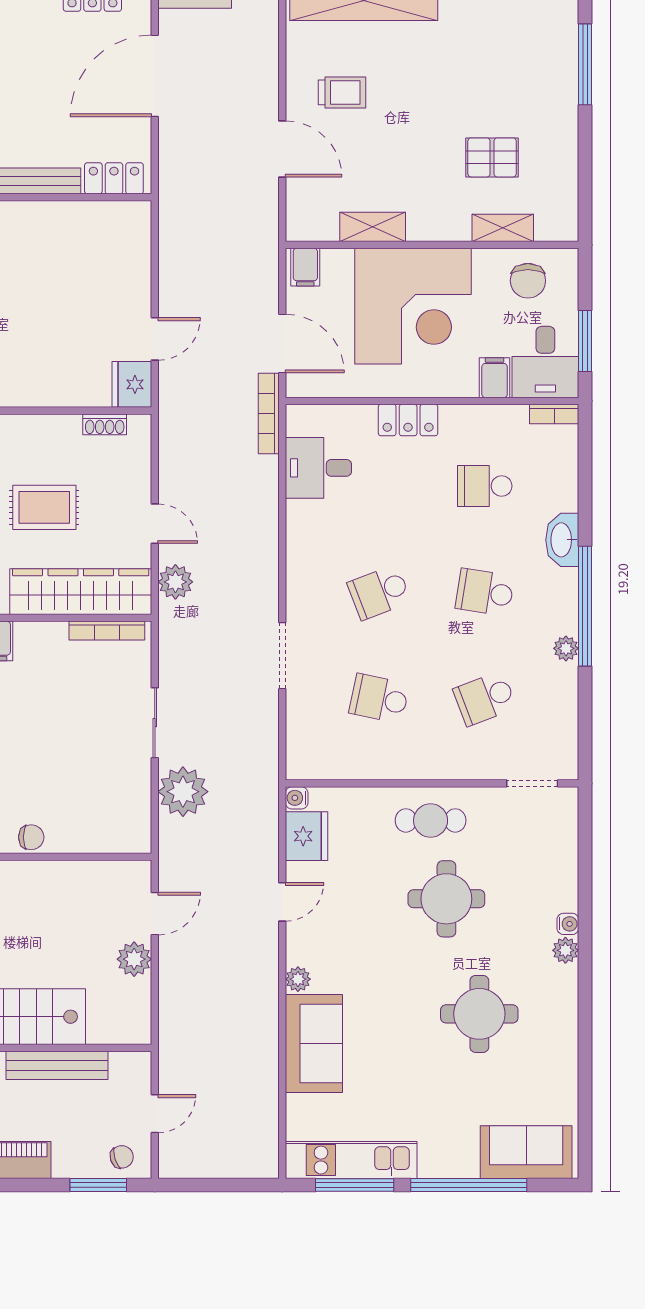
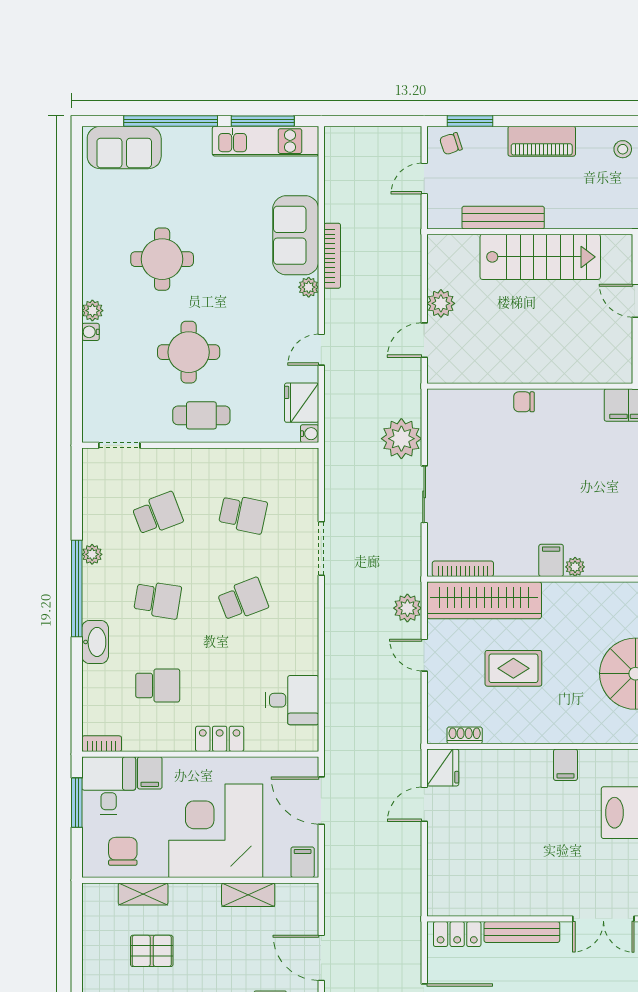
bookcase: (269, 414) -> (332, 256), moved

